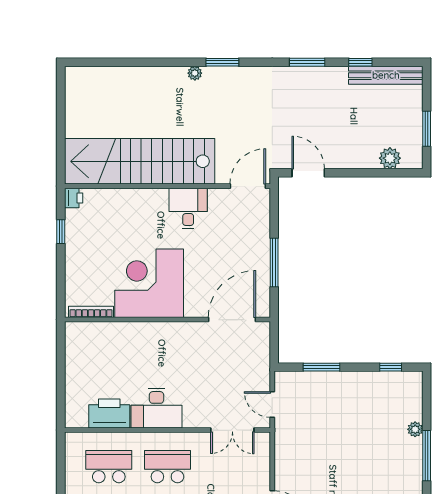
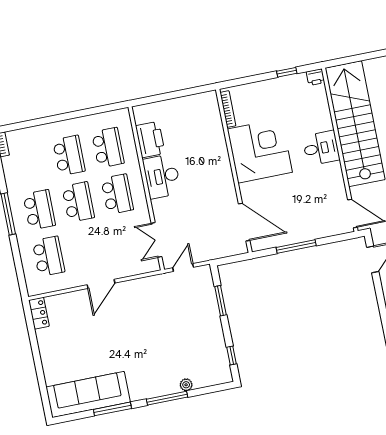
desk: (188, 208) -> (321, 148), moved

